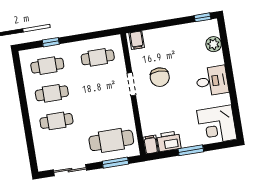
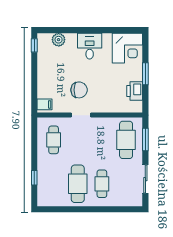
cafe table: (47, 66) -> (54, 184), removed
cafe table: (52, 93) -> (78, 184), width x1.37, depth x1.35
filing cabinet: (151, 145) -> (135, 107), removed

